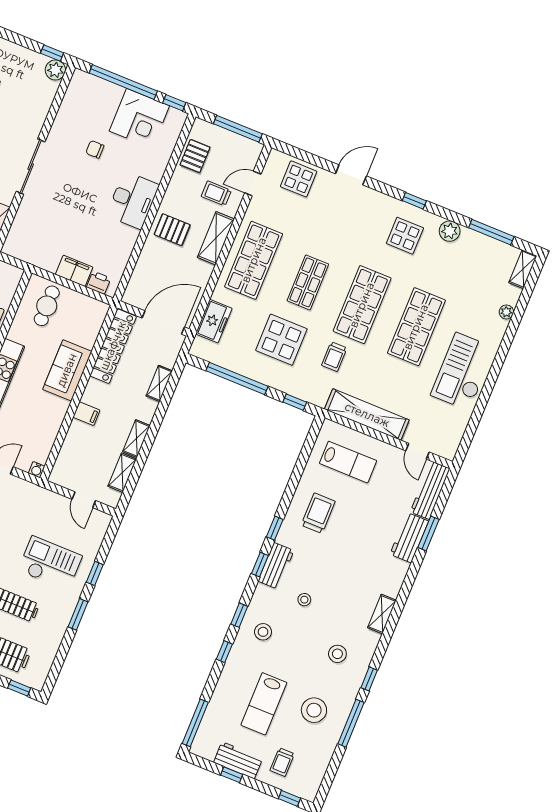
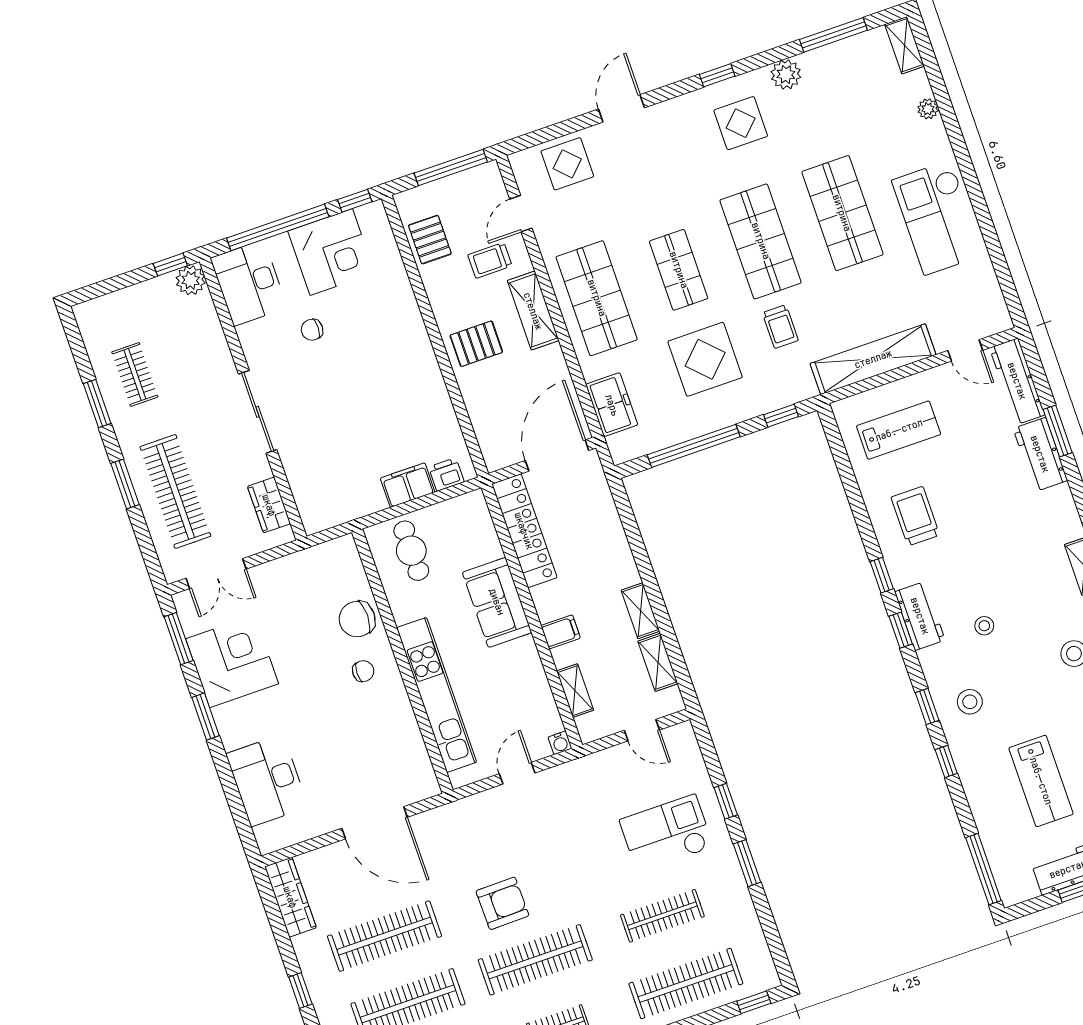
desk: (133, 200) -> (249, 283), moved, turned 180
shelving: (159, 383) -> (575, 691), moved

